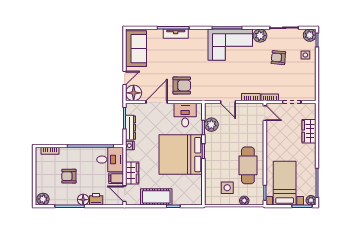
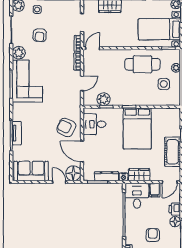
armchair: (182, 85) -> (66, 127), turned -66
bed: (181, 155) -> (137, 128), width x0.73
wardrobe: (132, 173) -> (139, 175), moved
armchair: (69, 176) -> (153, 235), turned 180

